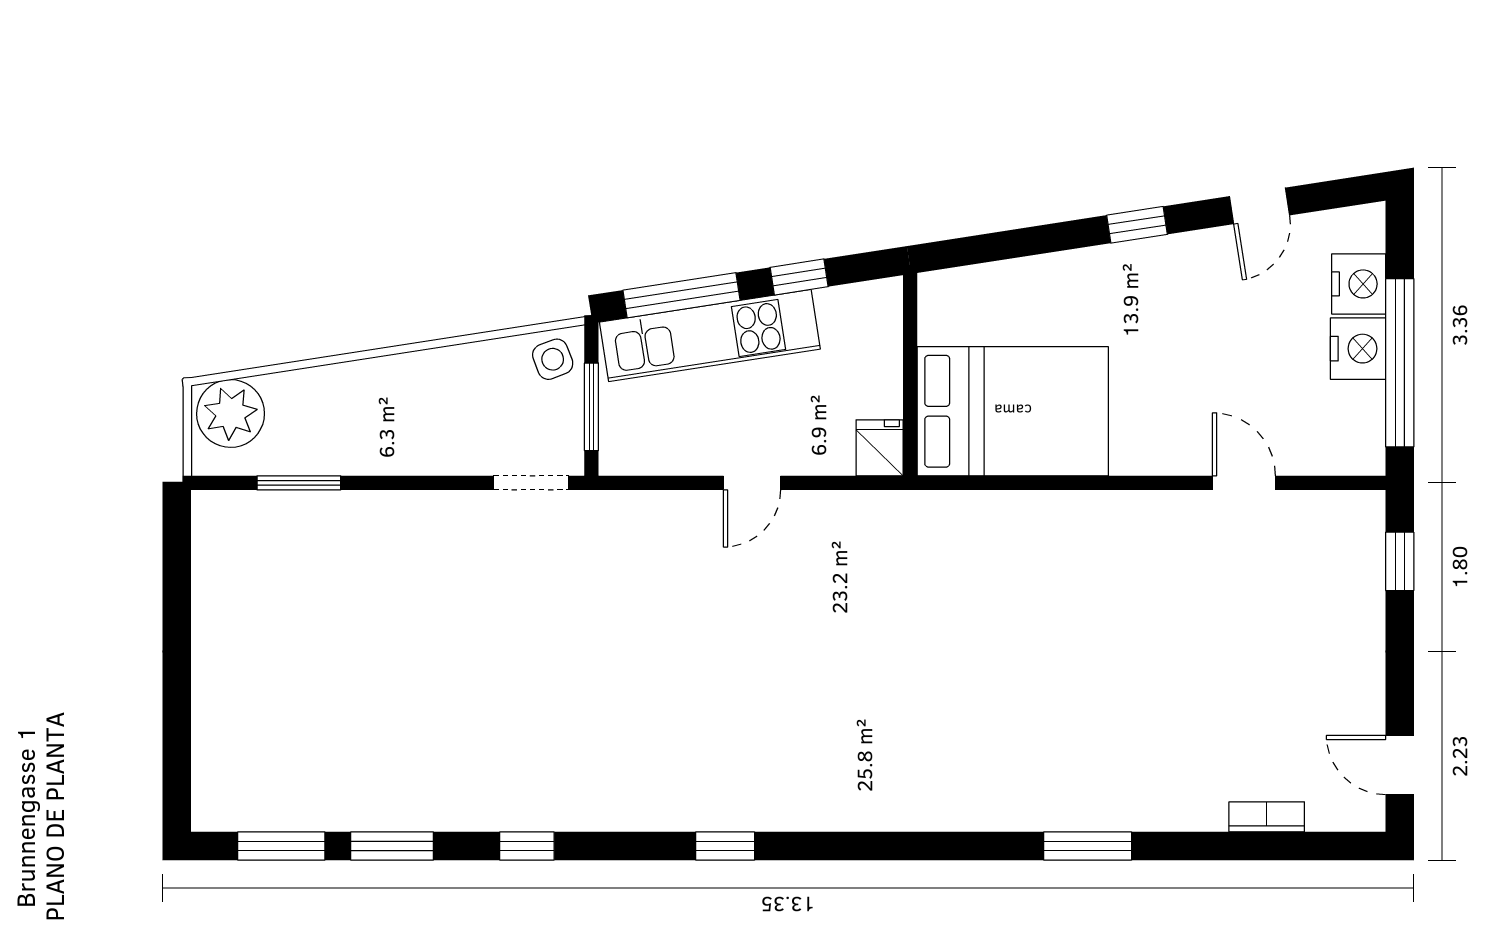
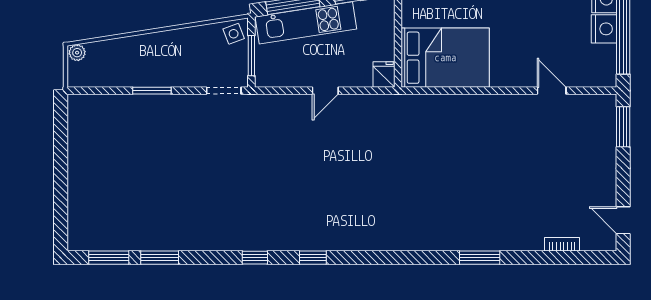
plant: (231, 413) -> (77, 53), width x0.53, depth x0.53
window: (299, 483) -> (152, 91), moved
window: (1400, 561) -> (623, 127), width x1.50
window: (527, 846) -> (255, 258), moved

